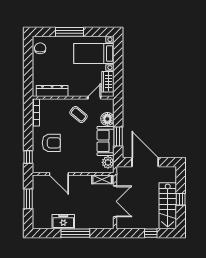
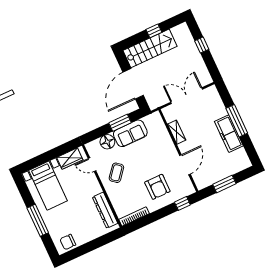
armchair: (51, 143) -> (157, 187), turned 180
plant: (108, 162) -> (151, 121), removed
shelving: (102, 179) -> (177, 132), moved
stairs: (168, 206) -> (150, 48), moved
freezer: (63, 222) -> (229, 134), width x1.40

